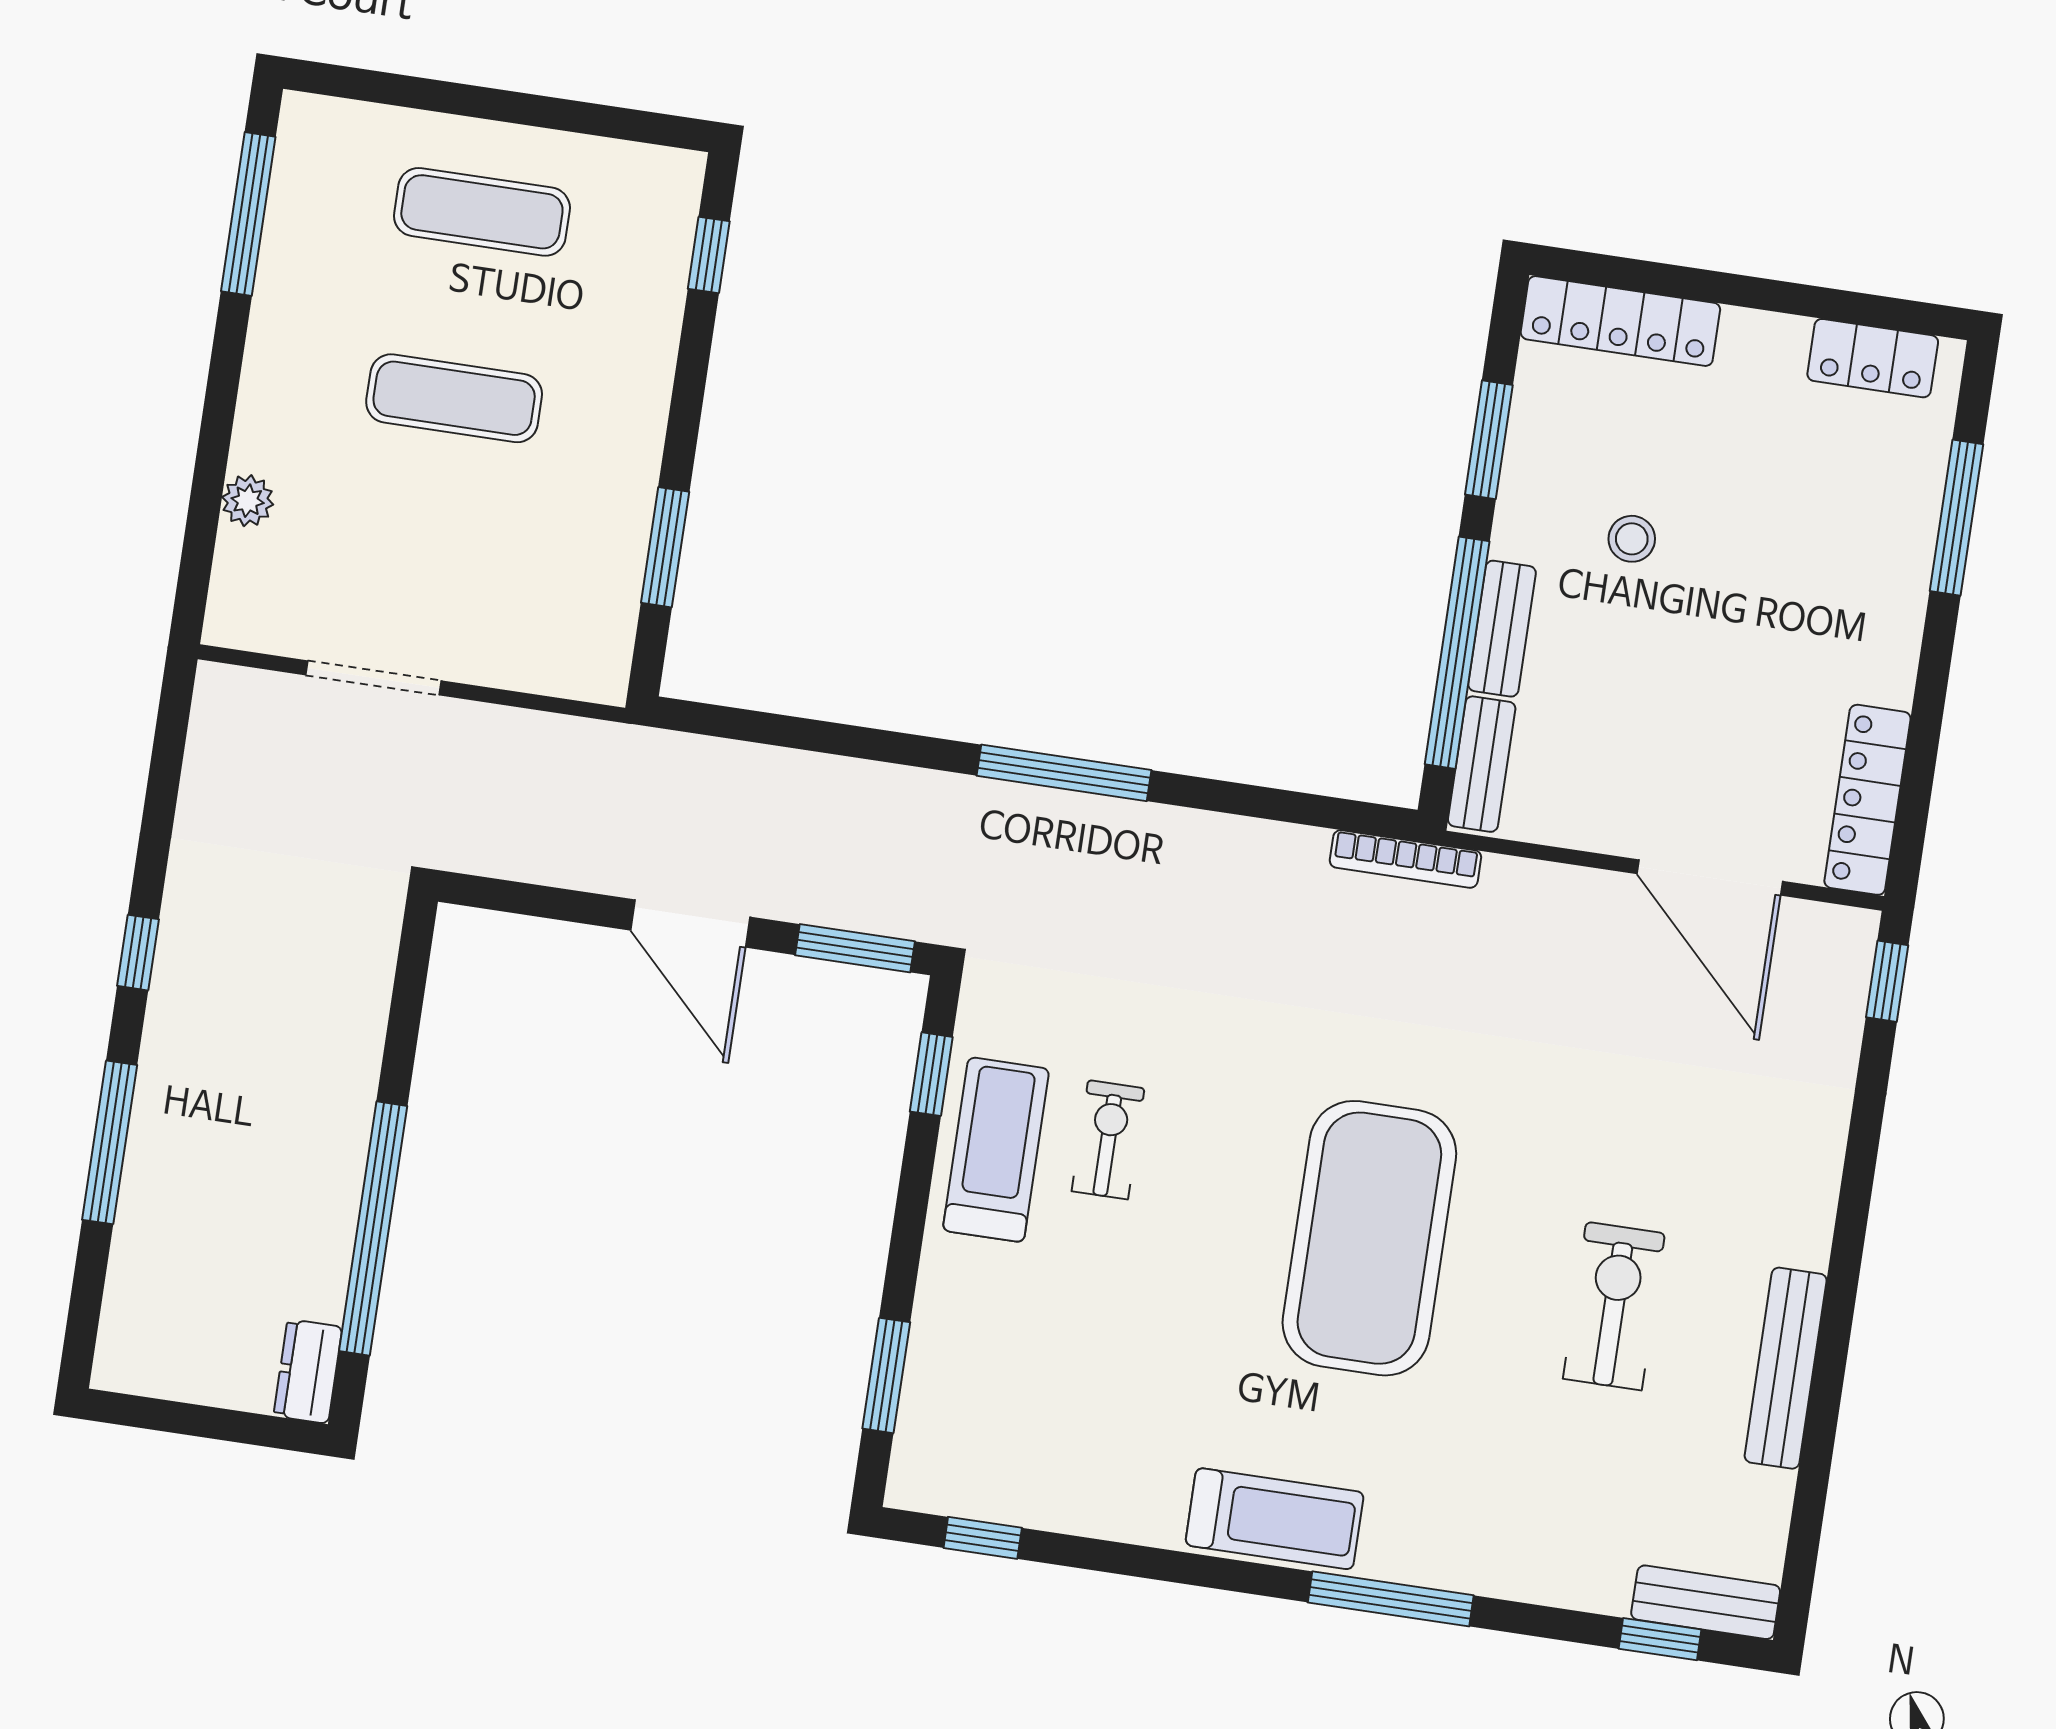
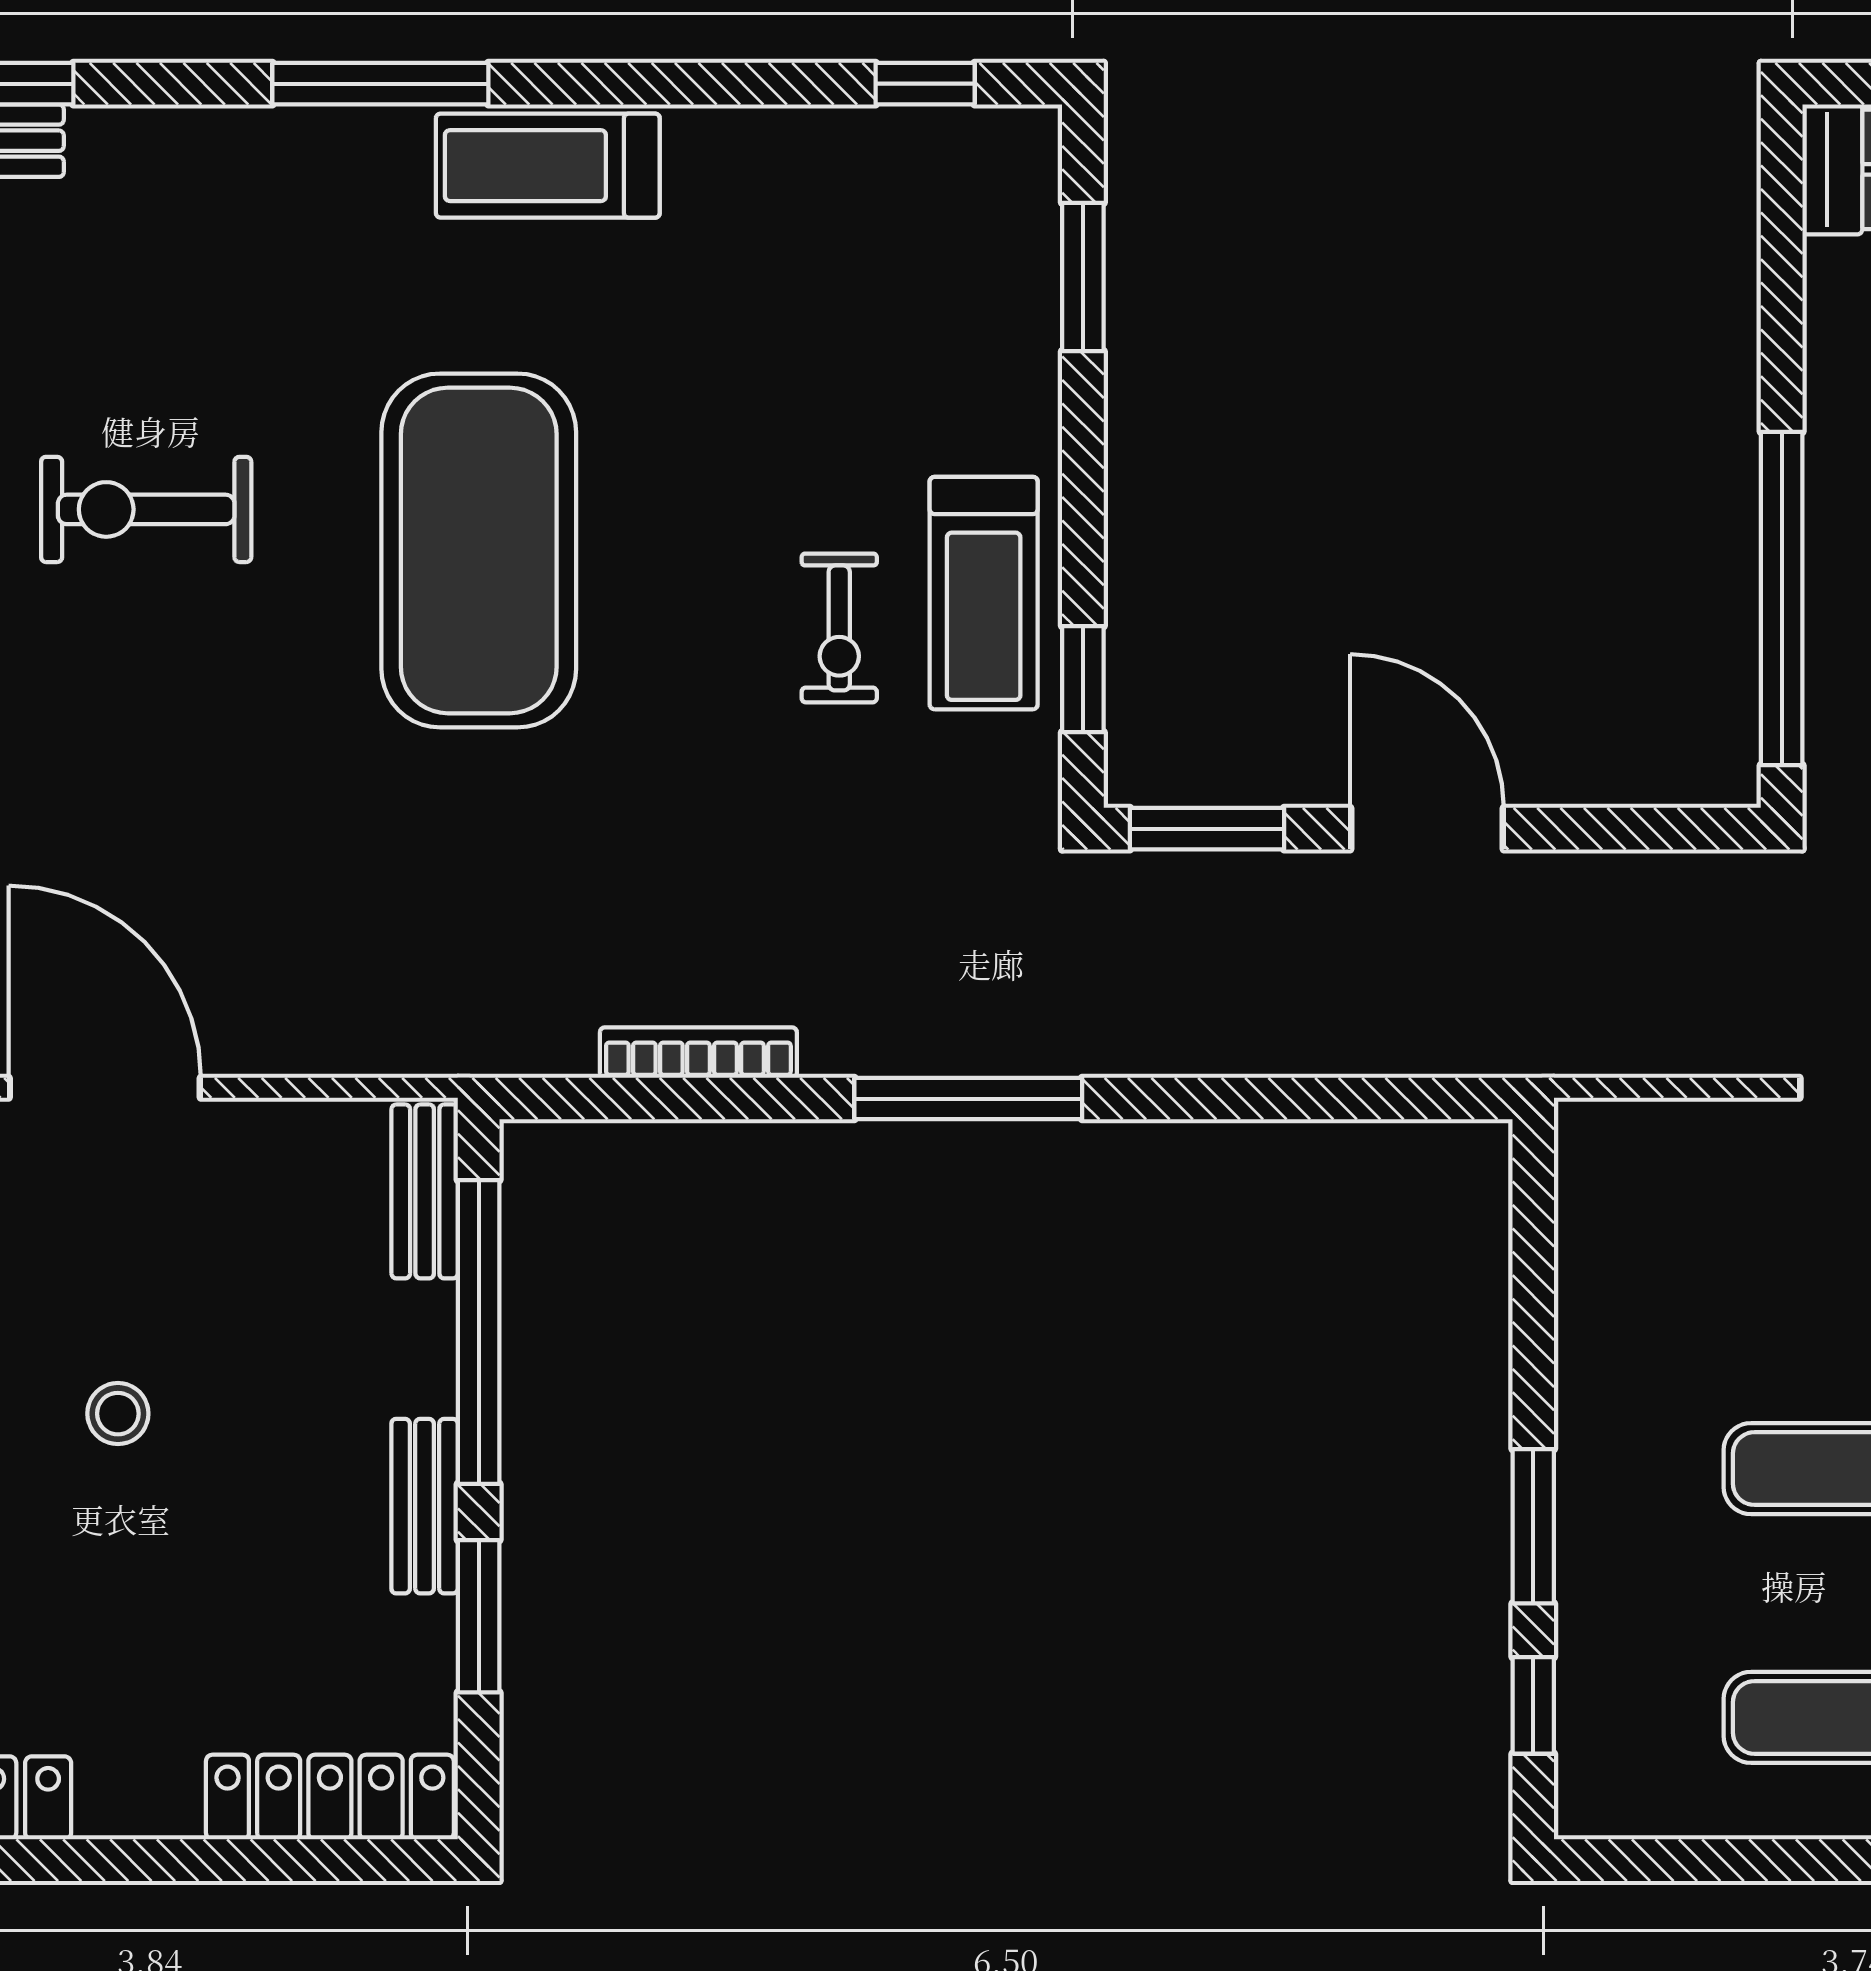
stool: (1632, 539) -> (118, 1414), moved
window: (665, 547) -> (1533, 1526), moved
bench: (1502, 629) -> (425, 1506), moved
bookcase: (1405, 859) -> (698, 1053), moved
window: (373, 1229) -> (1782, 598), moved
exercise bike: (1614, 1306) -> (146, 509), turned 90

